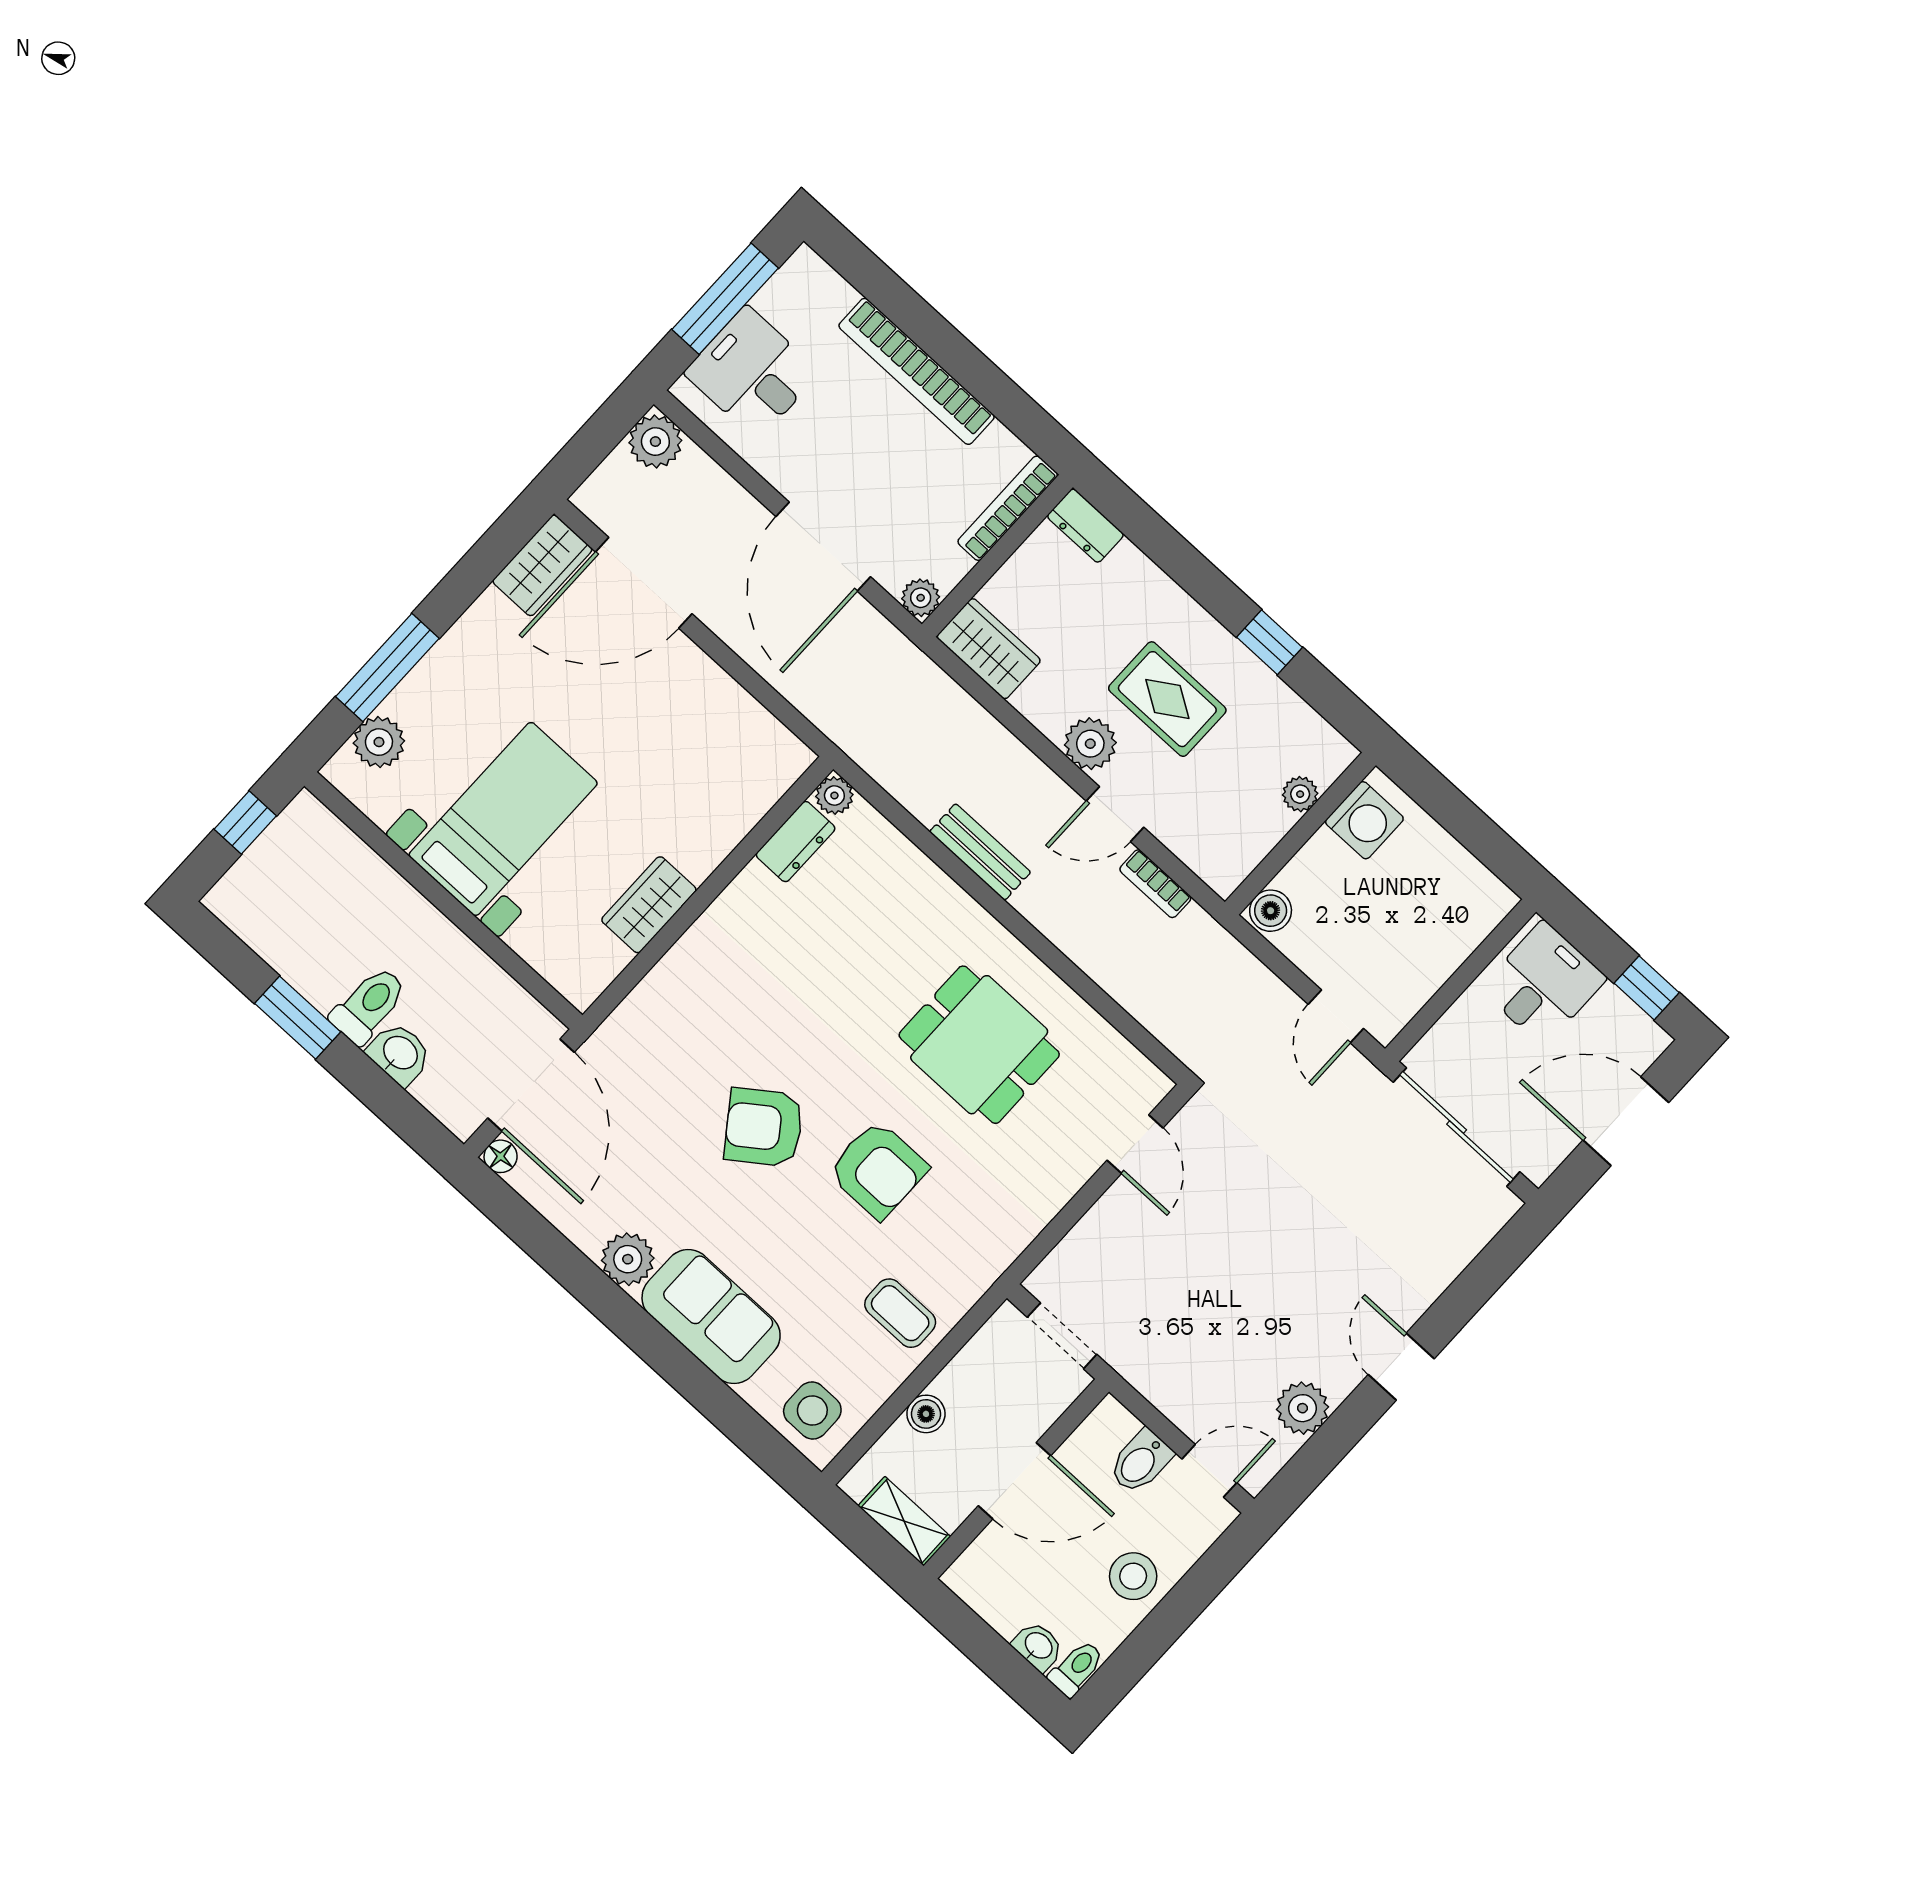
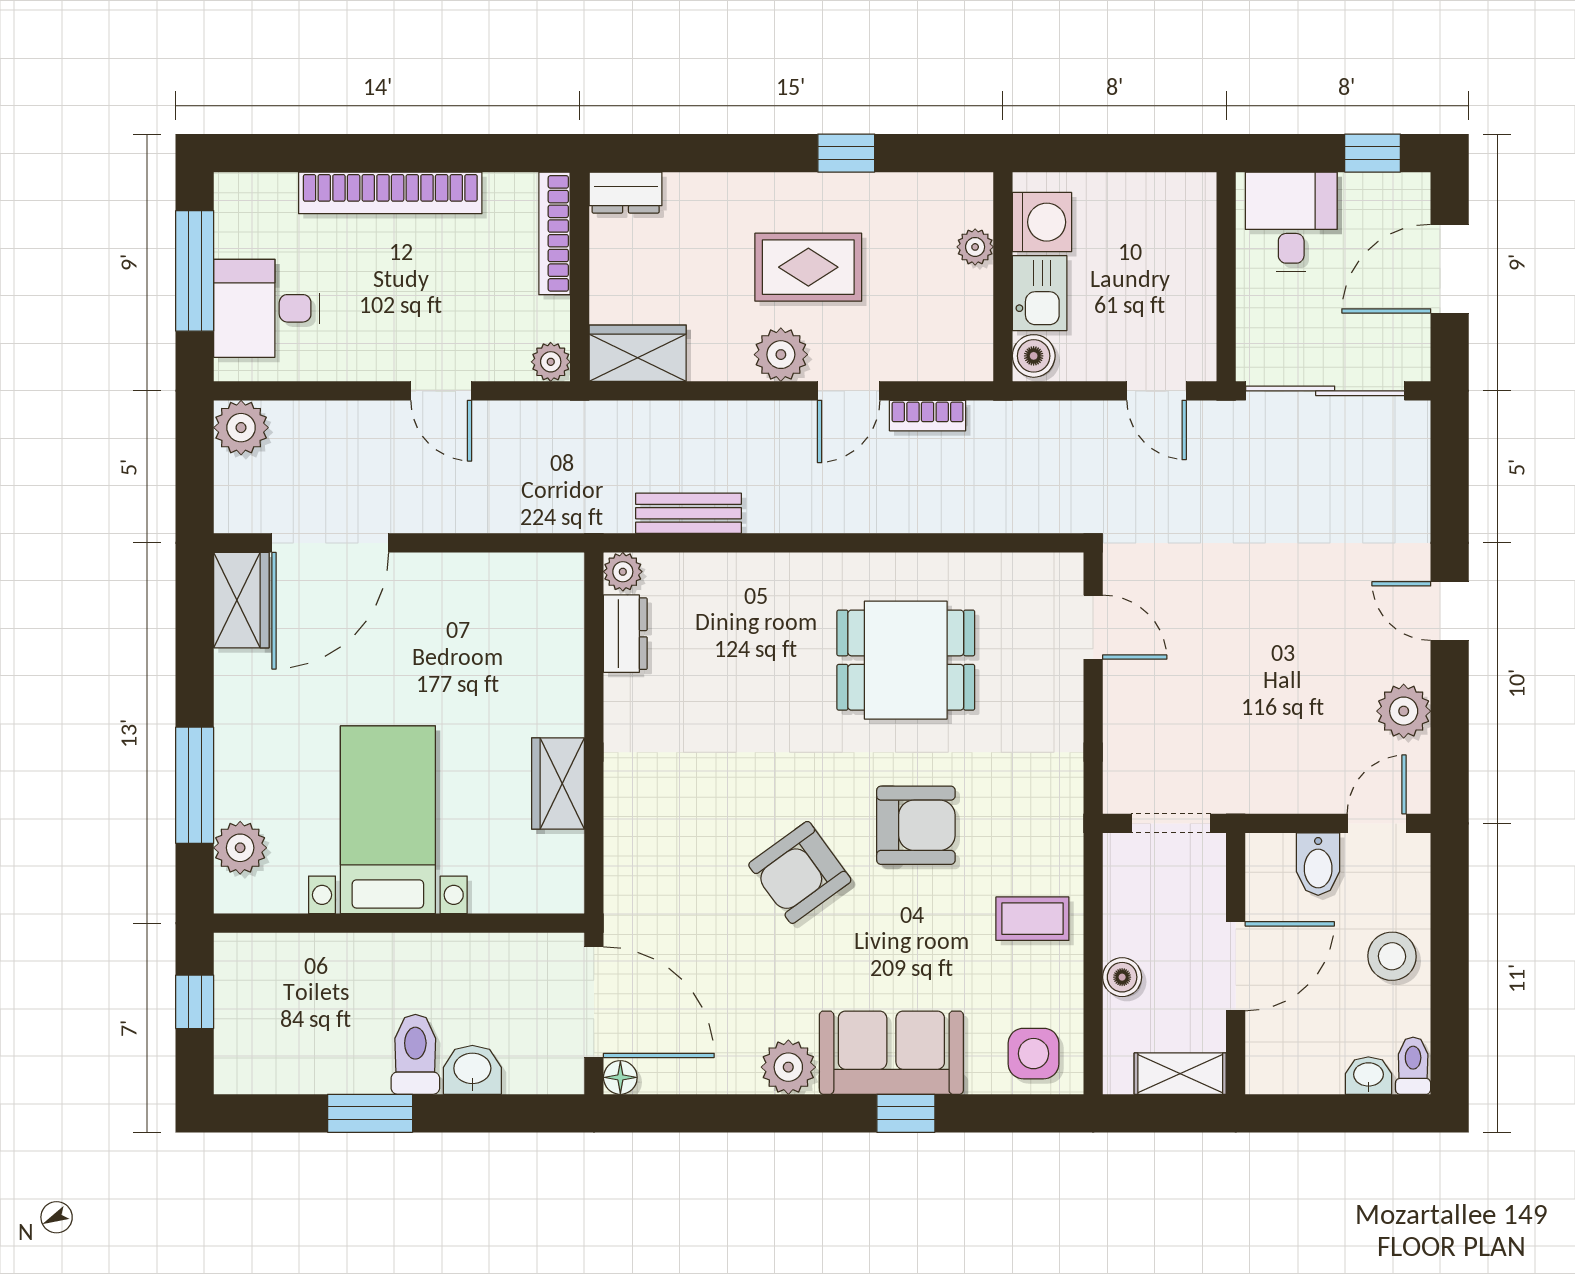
door: (823, 547) -> (441, 391), width x0.53
bench: (980, 852) -> (689, 513), moved
kitchen sink: (1316, 870) -> (1040, 293), added
window: (682, 1369) -> (906, 1113), added

